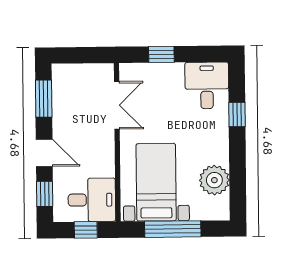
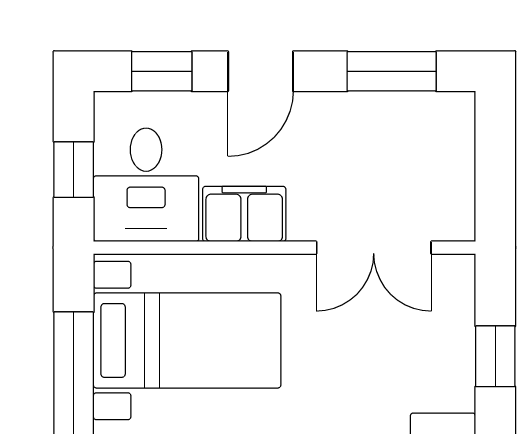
filing cabinet: (103, 159) -> (244, 214), added

